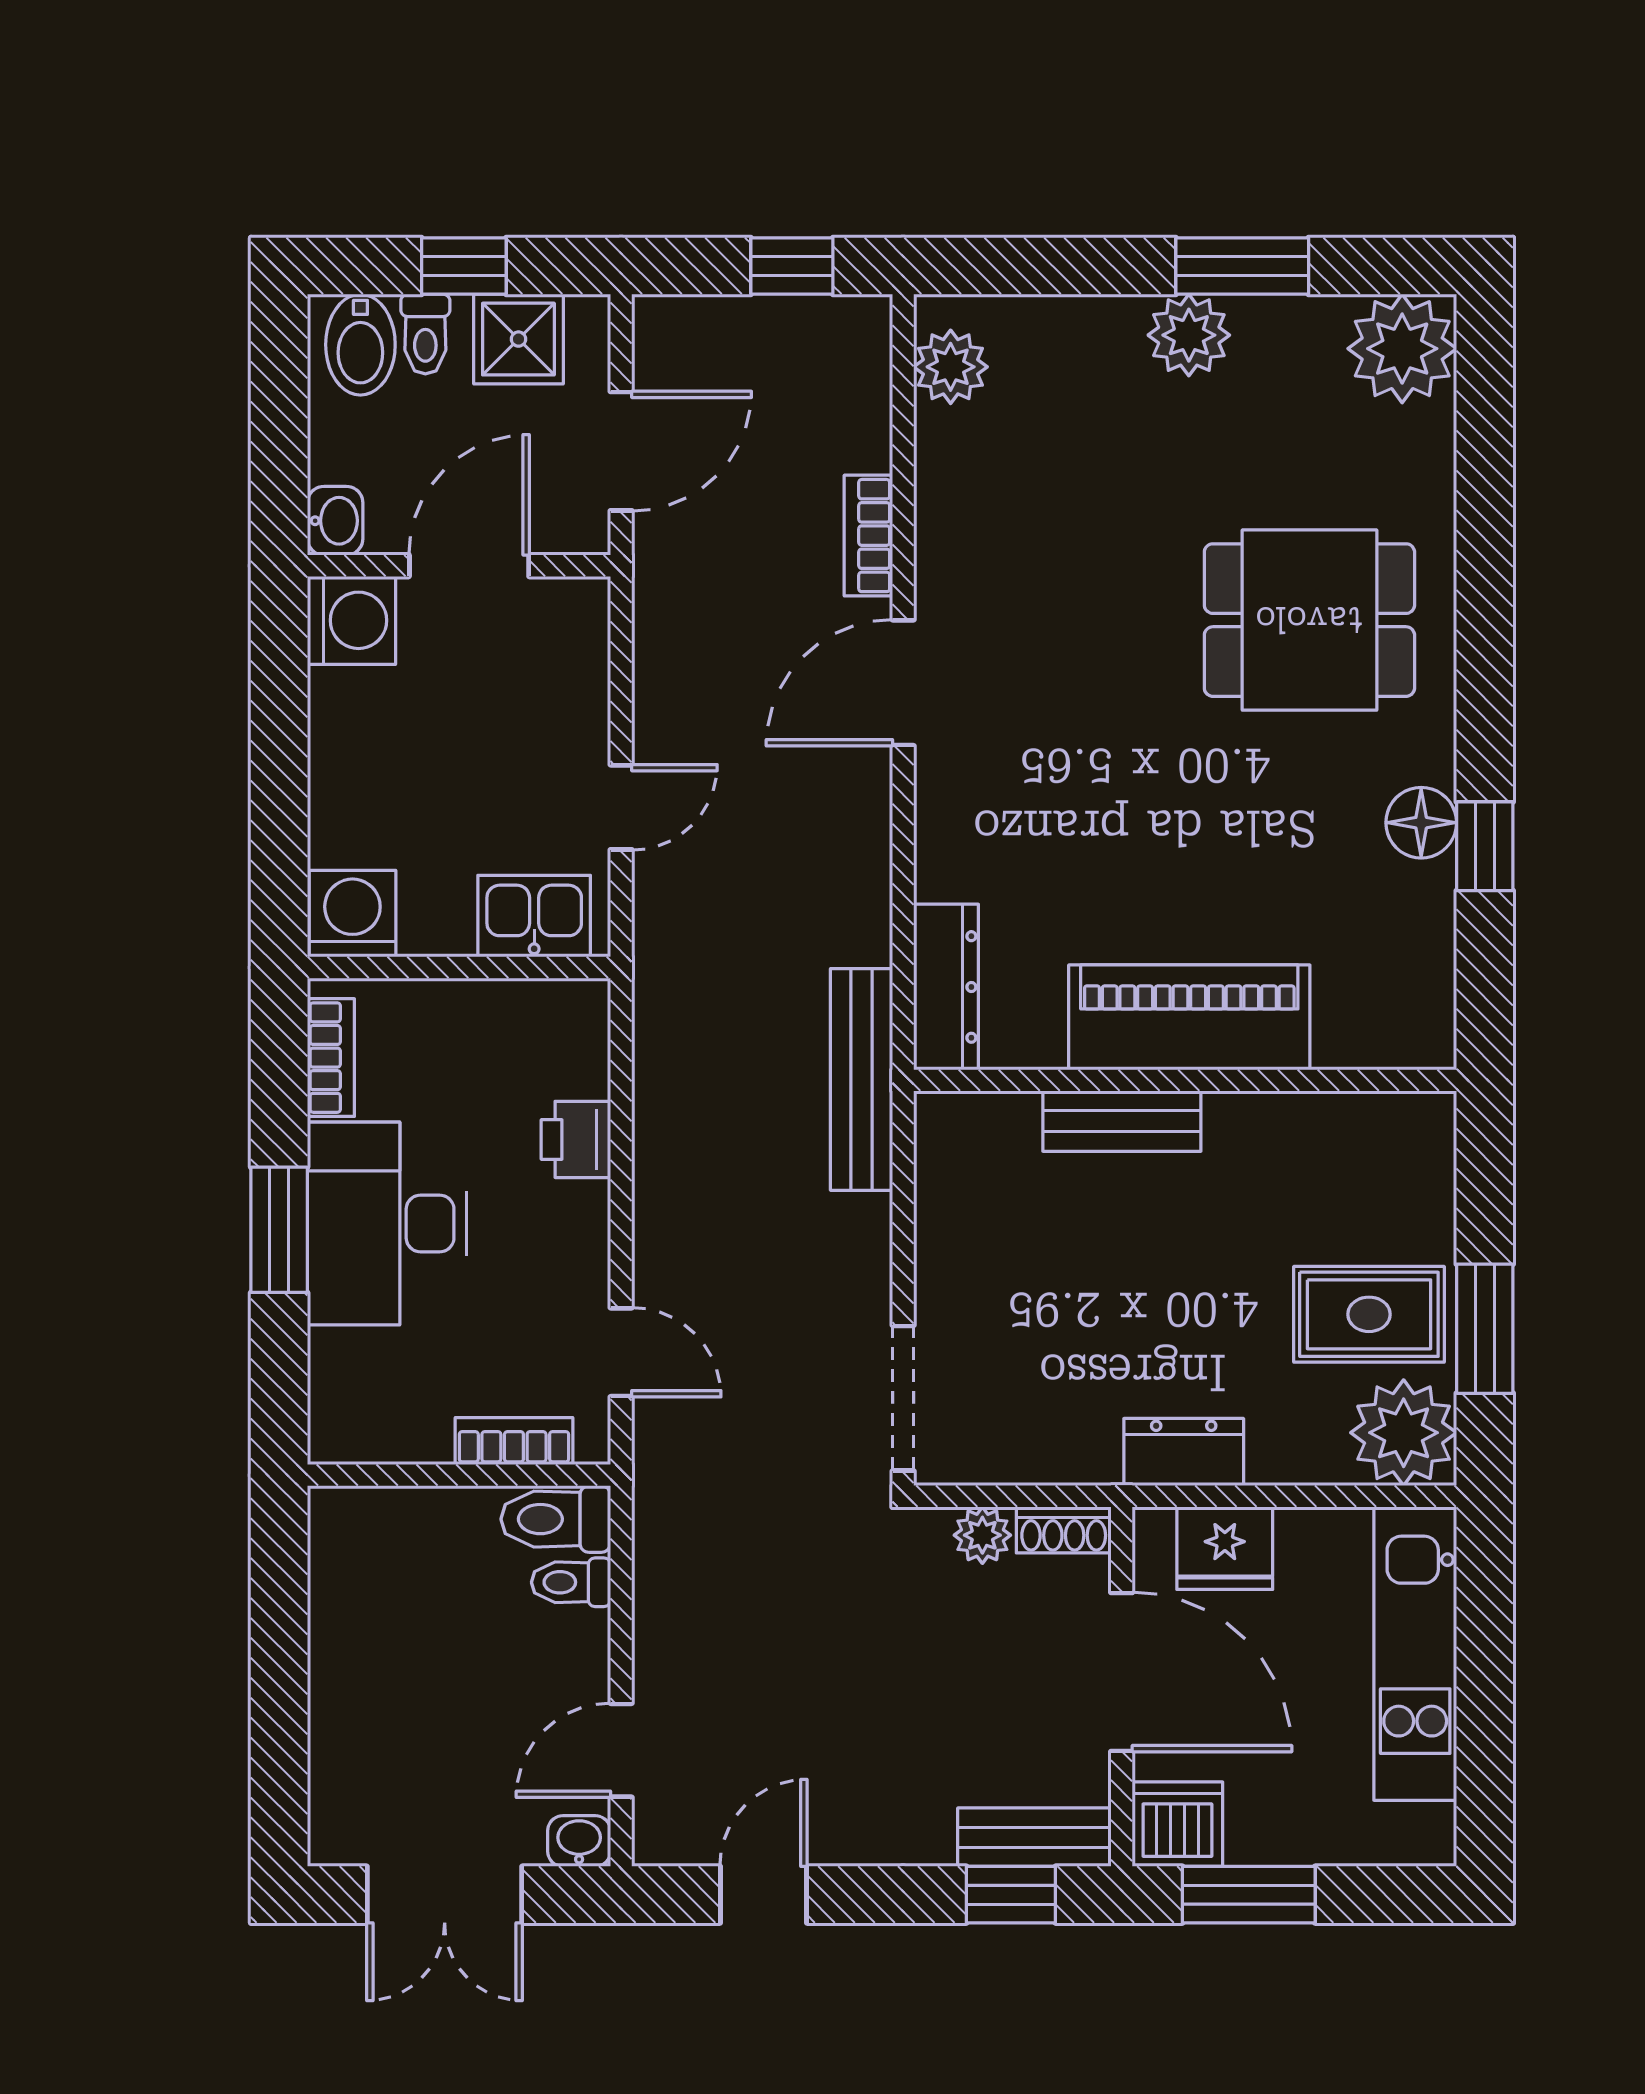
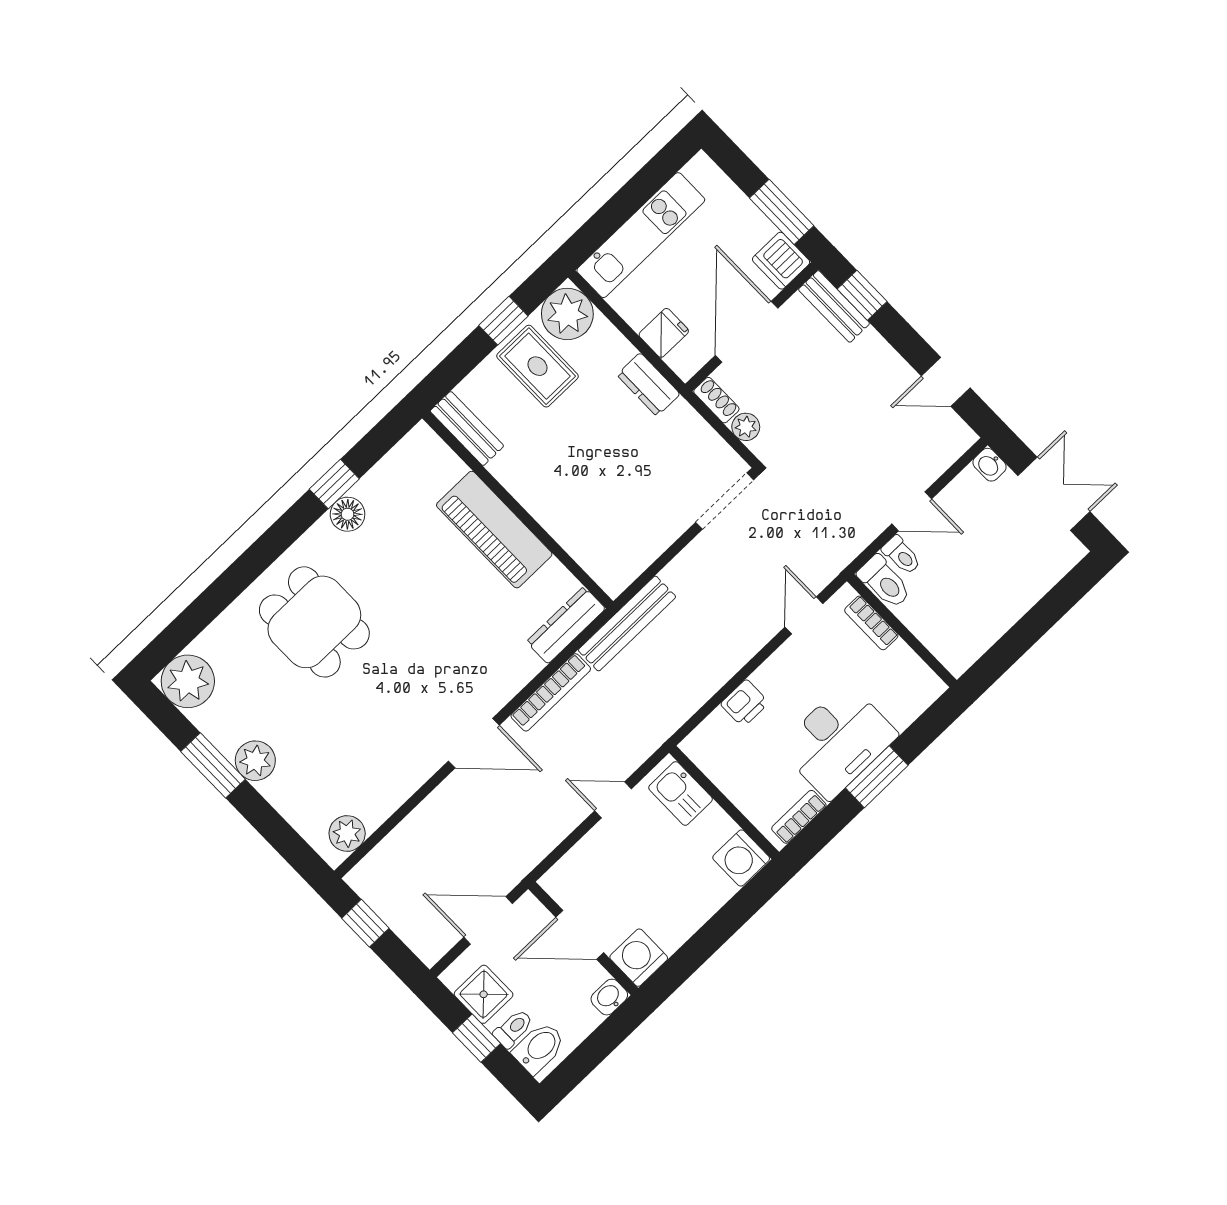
bookcase: (868, 536) -> (551, 692), moved, width x1.56
bench: (1122, 1121) -> (467, 429), moved
window: (1485, 1329) -> (503, 321), width x0.67
fridge: (1225, 1548) -> (664, 333), width x0.72
door: (621, 1750) -> (912, 511), moved

